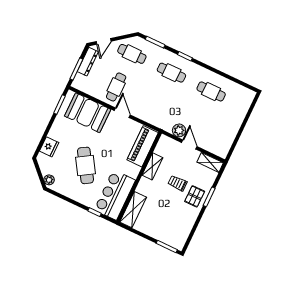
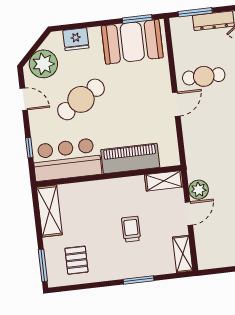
booth: (88, 113) -> (132, 42), moved, turned 90
piano: (143, 146) -> (130, 159), moved
shelving: (152, 166) -> (164, 181), moved
plant: (49, 180) -> (43, 64), width x1.88, depth x1.88
pallet: (195, 196) -> (76, 260), moved, turned 90
door: (65, 198) -> (24, 99), added
shelving: (133, 210) -> (49, 211), moved, turned 90

